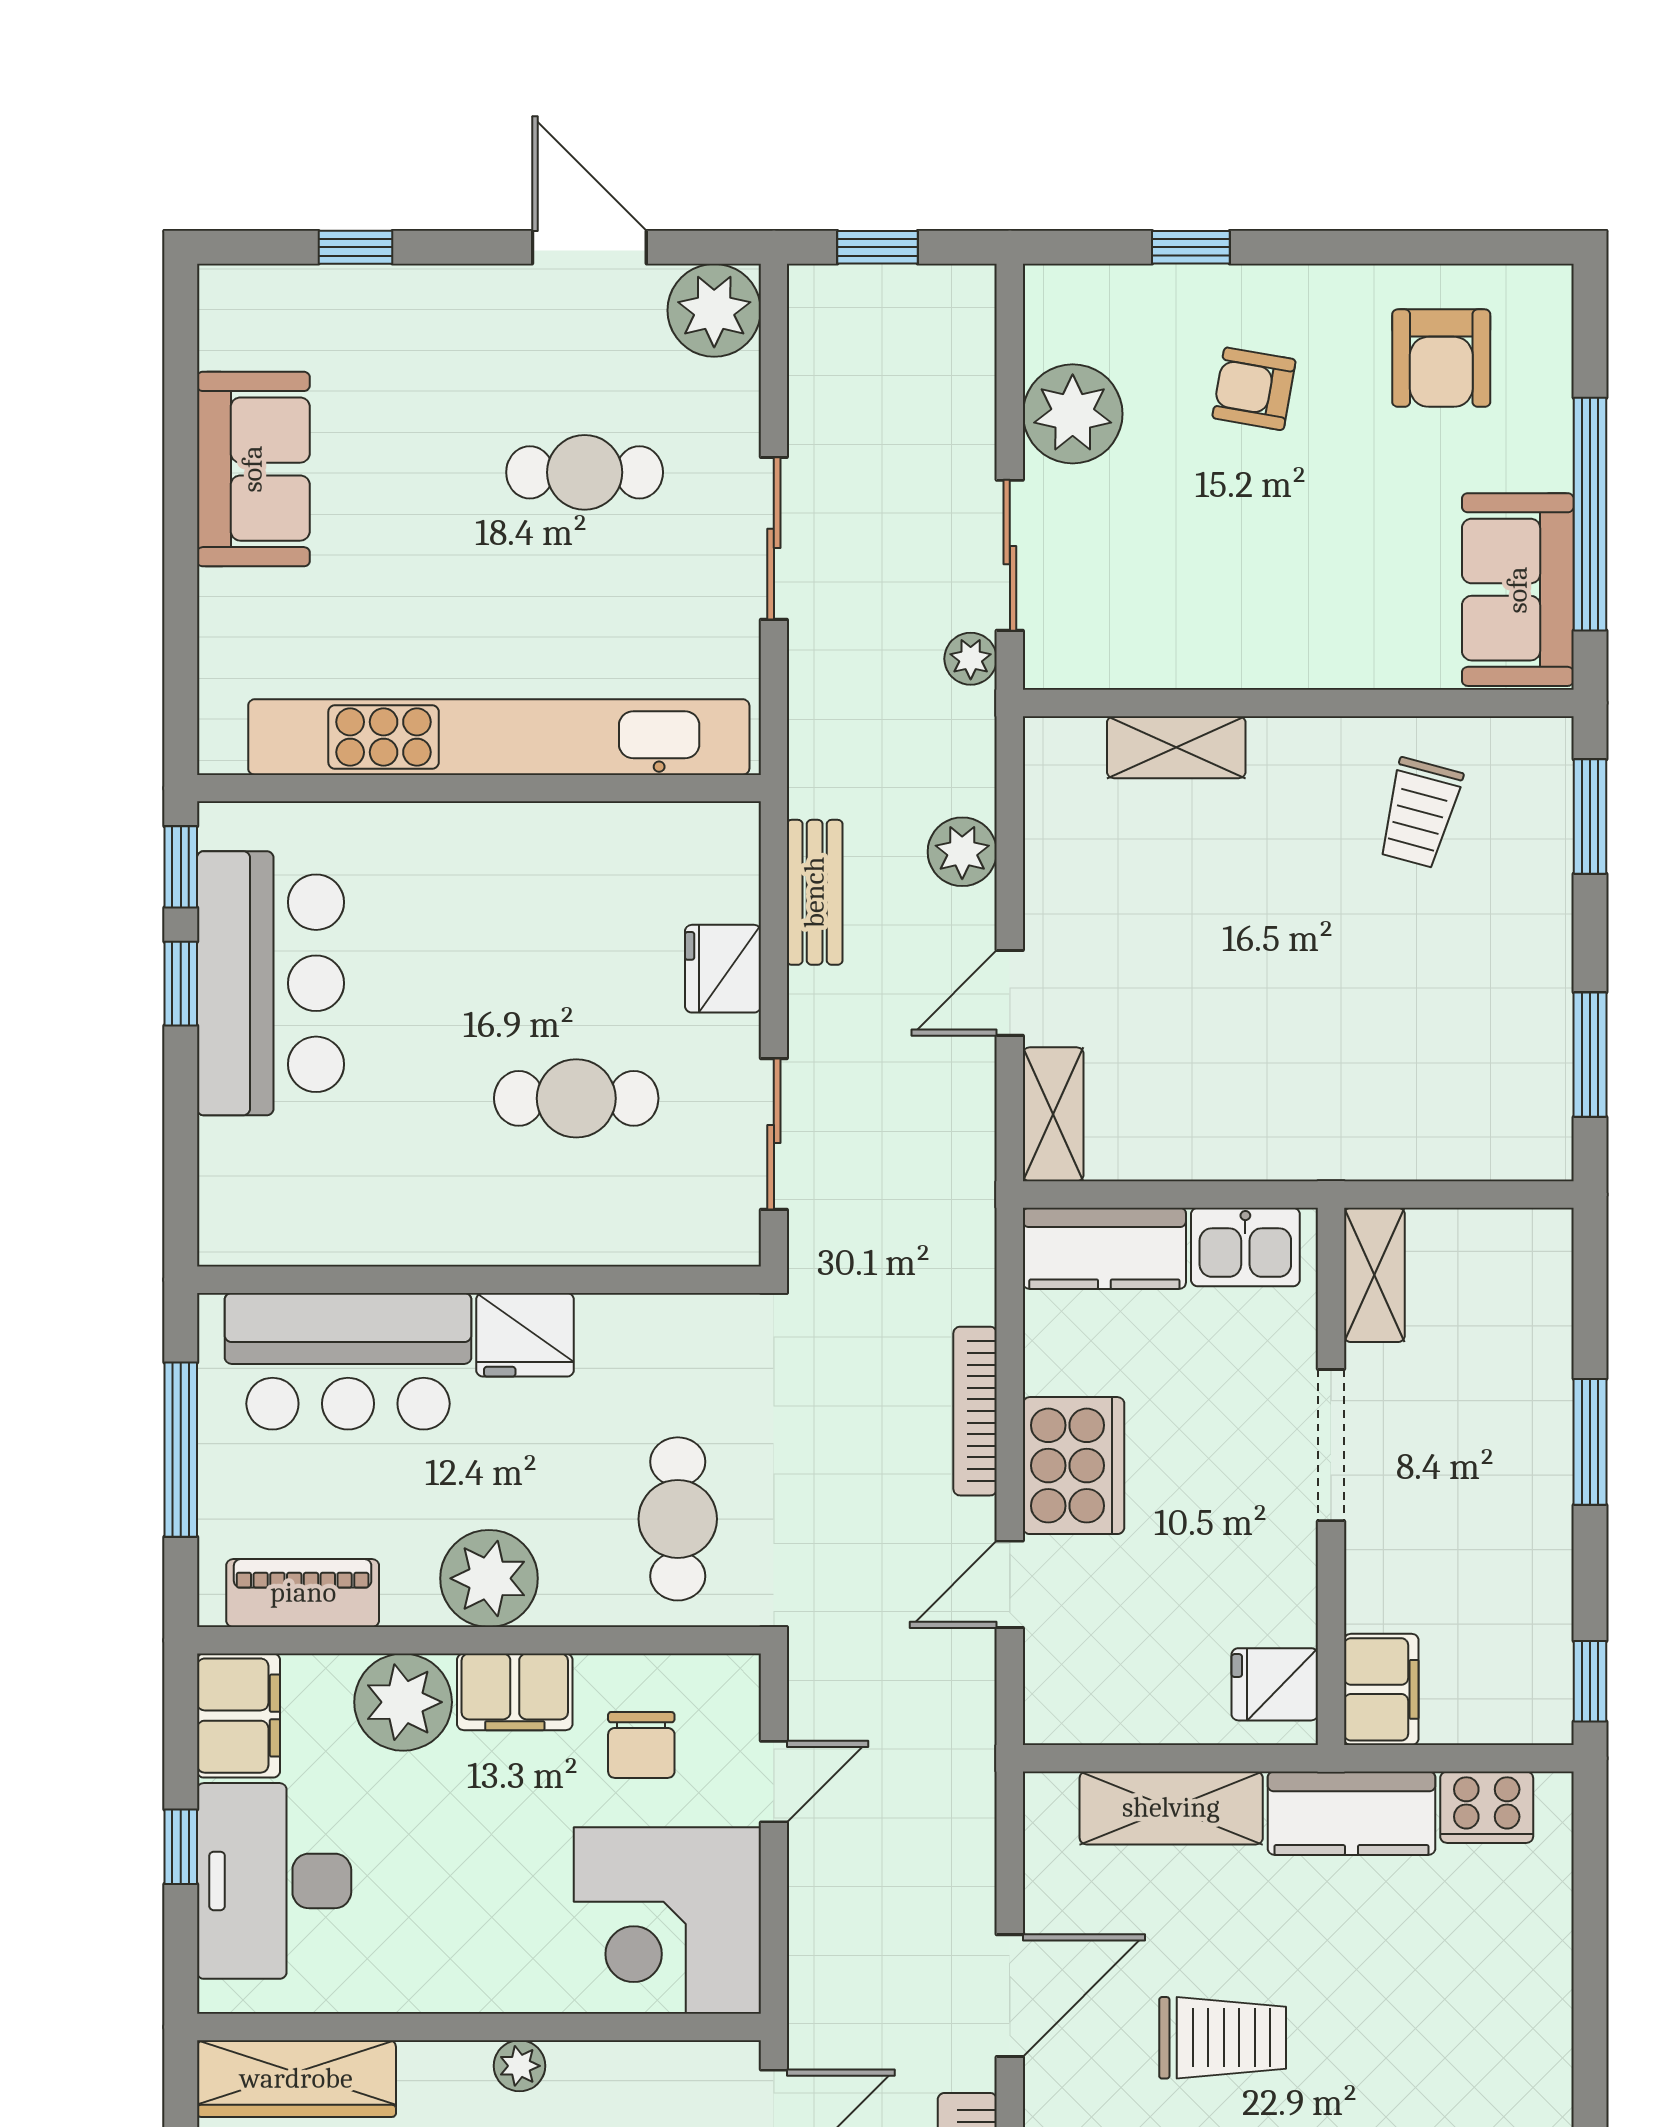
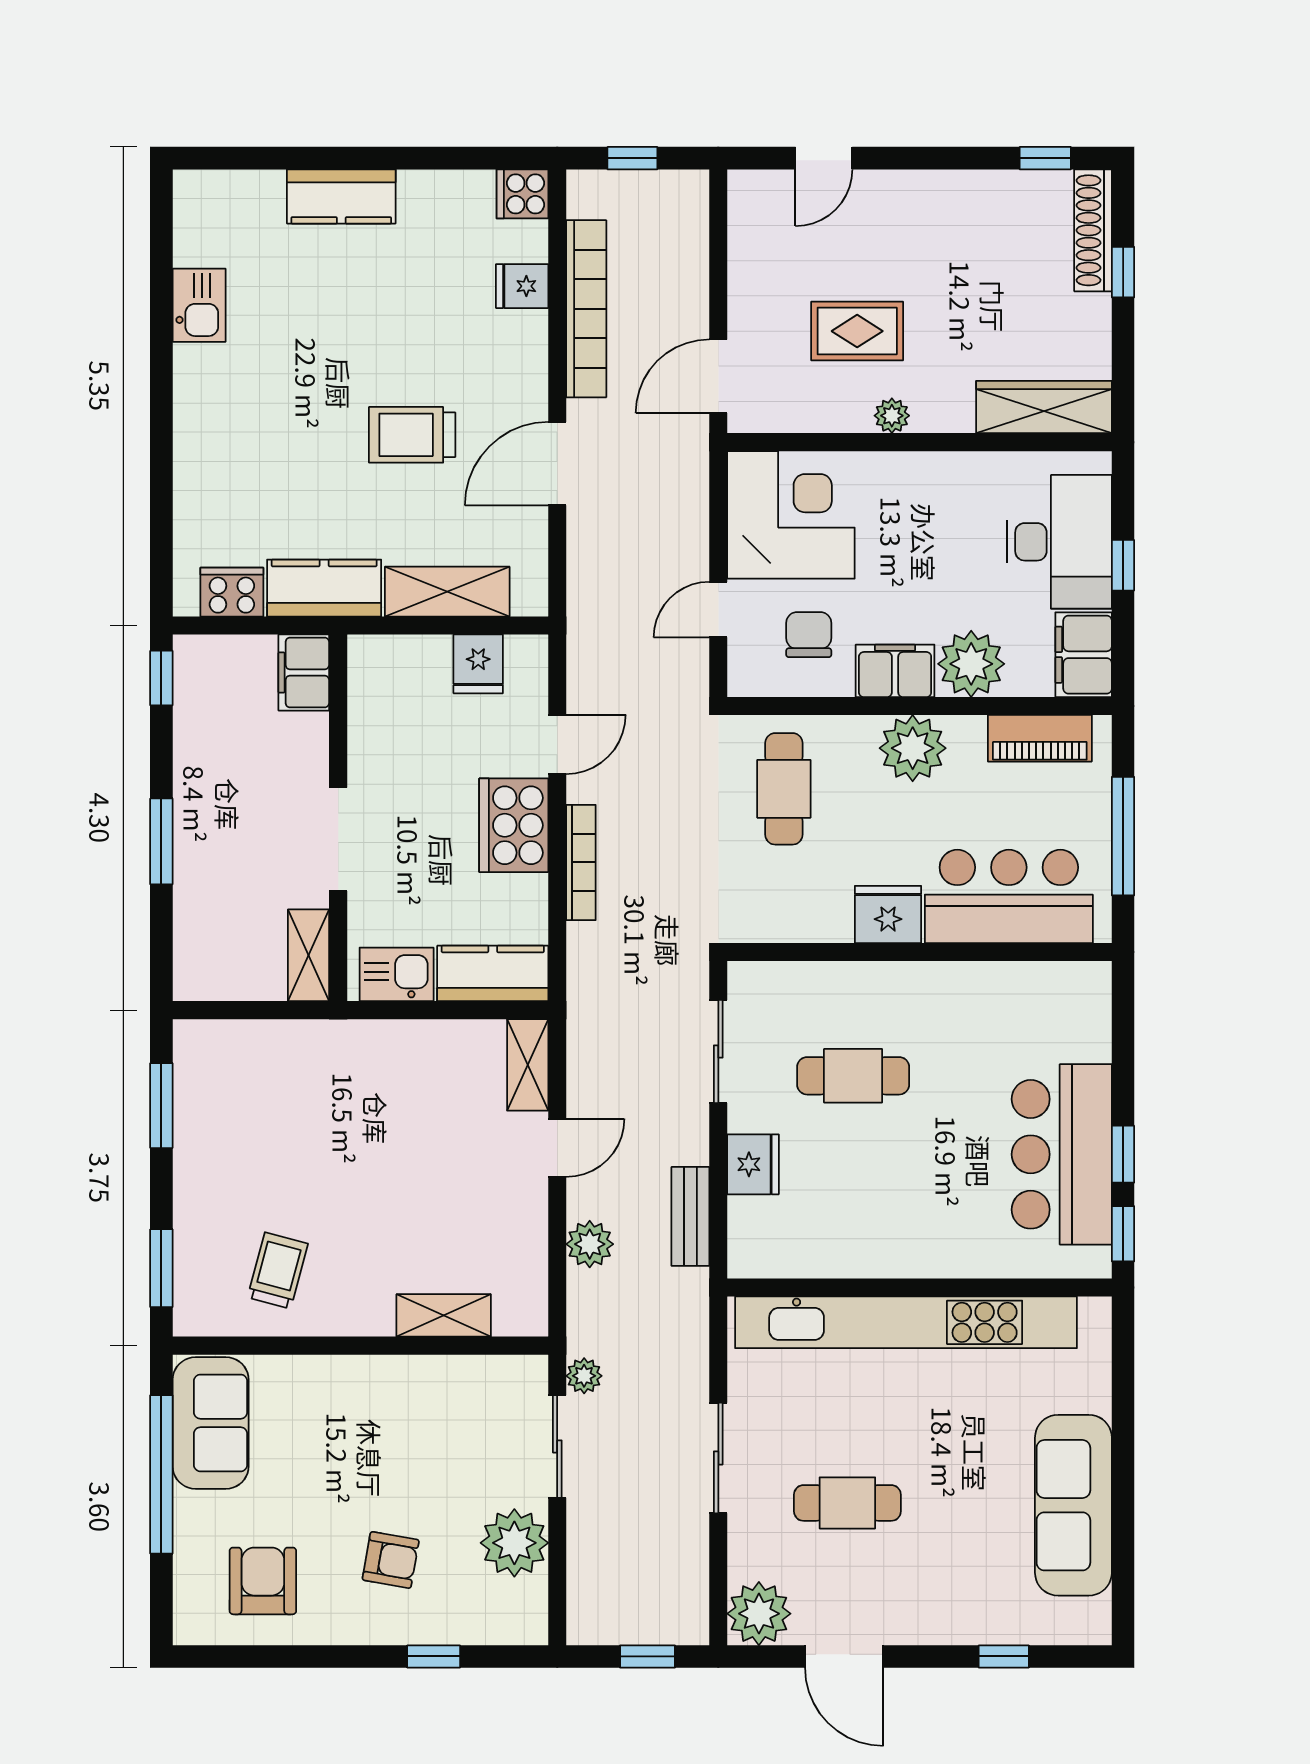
sofa: (253, 469) -> (1073, 1505), width x1.36
fridge: (1275, 1684) -> (478, 664), moved, turned 90

